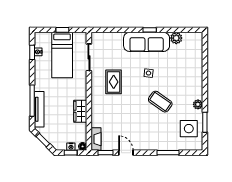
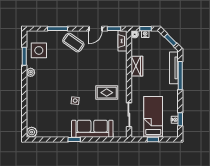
plant: (176, 38) -> (32, 132), moved
sofa: (147, 42) -> (92, 129), moved
rug: (114, 82) -> (107, 93), turned 90
coffee table: (160, 102) -> (73, 43), moved
door: (126, 153) -> (96, 29), hinge flipped

